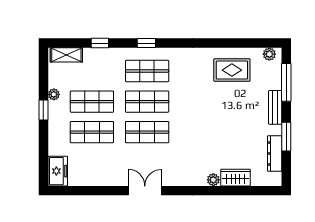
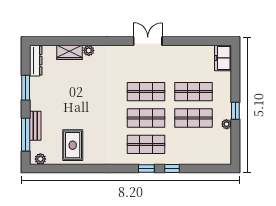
window: (100, 43) -> (172, 169), moved
shelving: (66, 55) -> (216, 158), removed
rug: (232, 70) -> (73, 145), turned 90
bench: (275, 107) -> (35, 126), moved
dresser: (275, 153) -> (36, 61), moved
double door: (145, 191) -> (148, 41), swing flipped

